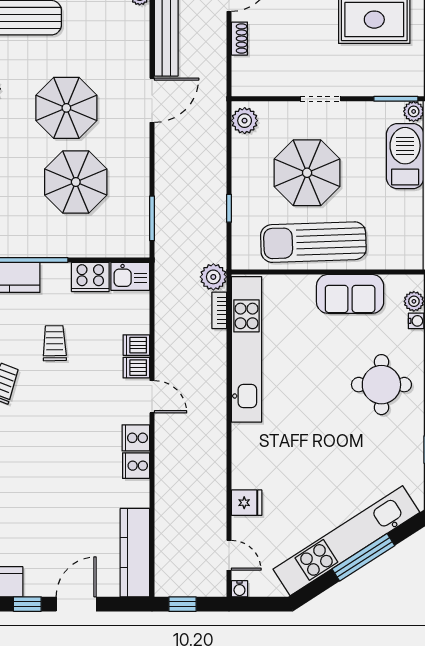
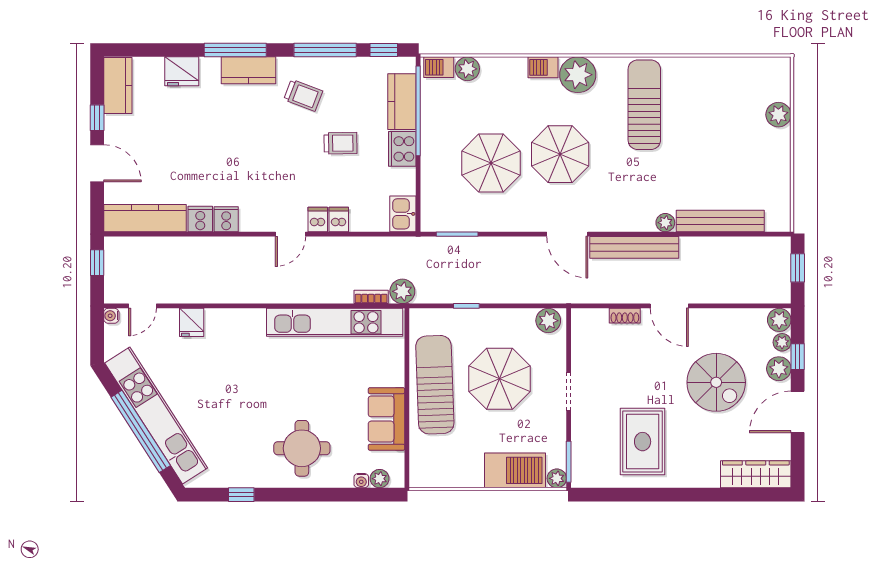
cooker: (90, 277) -> (402, 149), moved
cooker: (136, 438) -> (200, 219), moved
window: (363, 557) -> (141, 431), width x1.46

